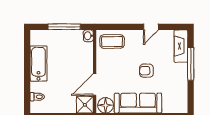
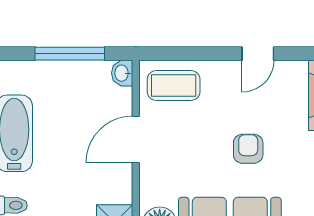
armchair: (146, 71) -> (248, 149), turned 90
door: (95, 84) -> (136, 140), moved

